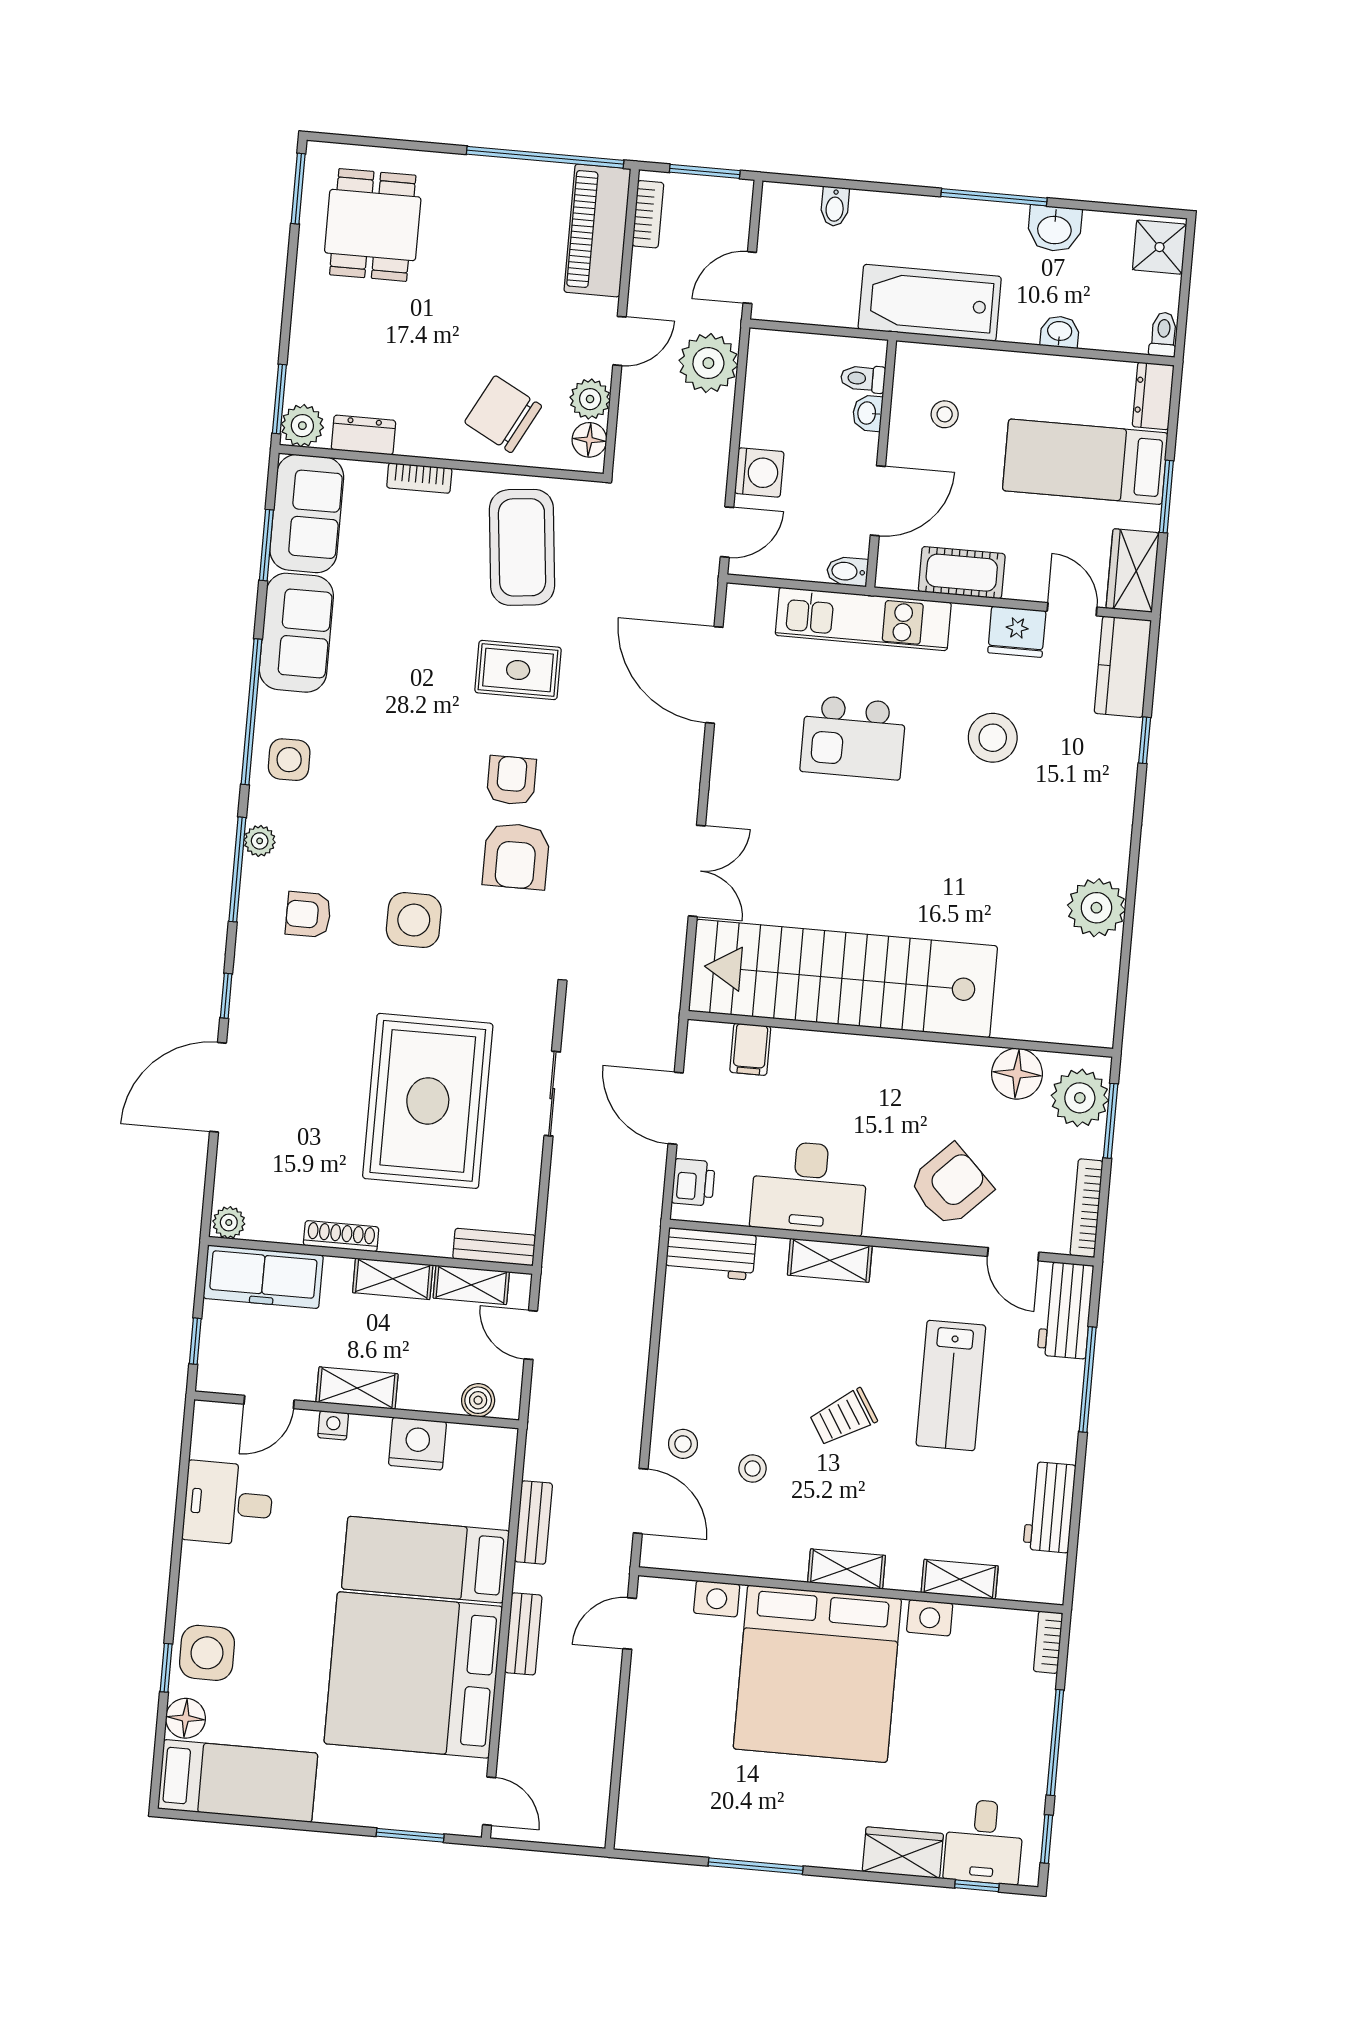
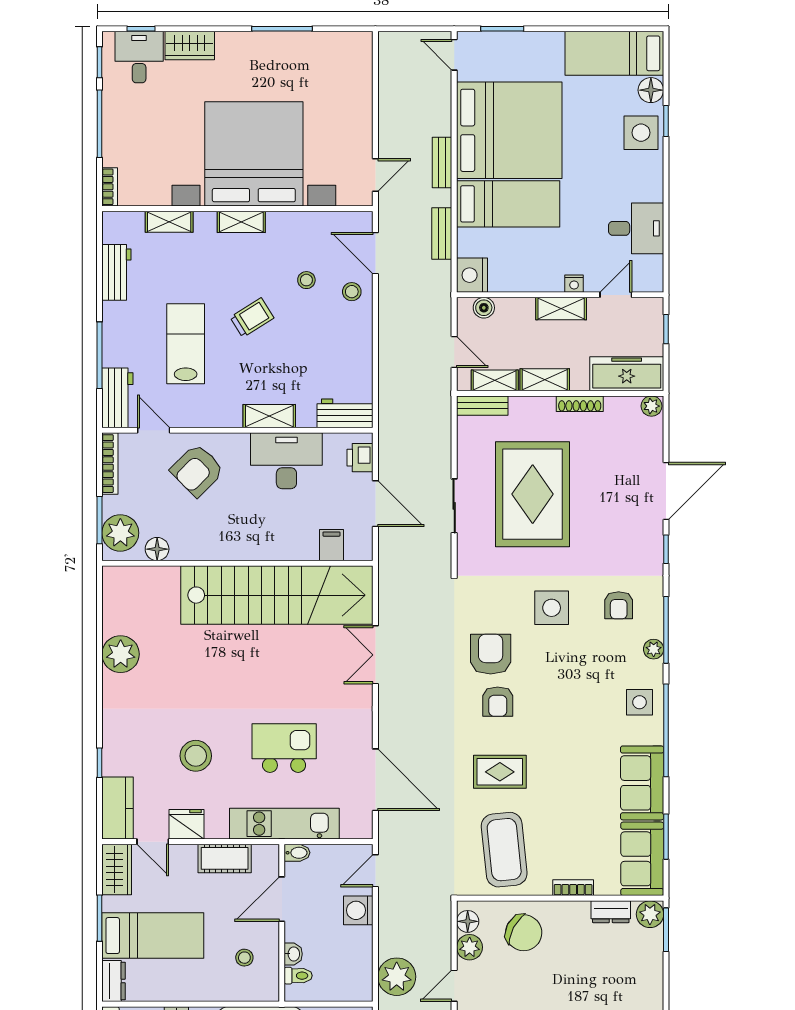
armchair: (308, 915) -> (619, 605), turned 90
floor lamp: (1017, 1074) -> (157, 549), width x0.73, depth x0.73
nightstand: (417, 1444) -> (472, 275), moved, turned 90

